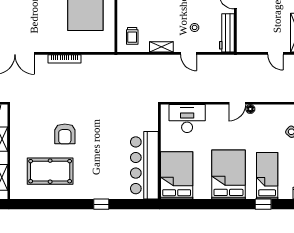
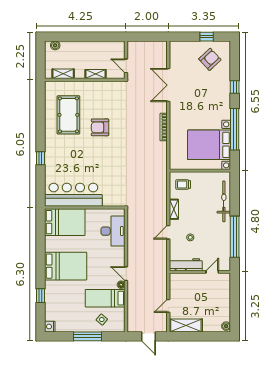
bed: (267, 176) -> (105, 298), moved, turned 180

